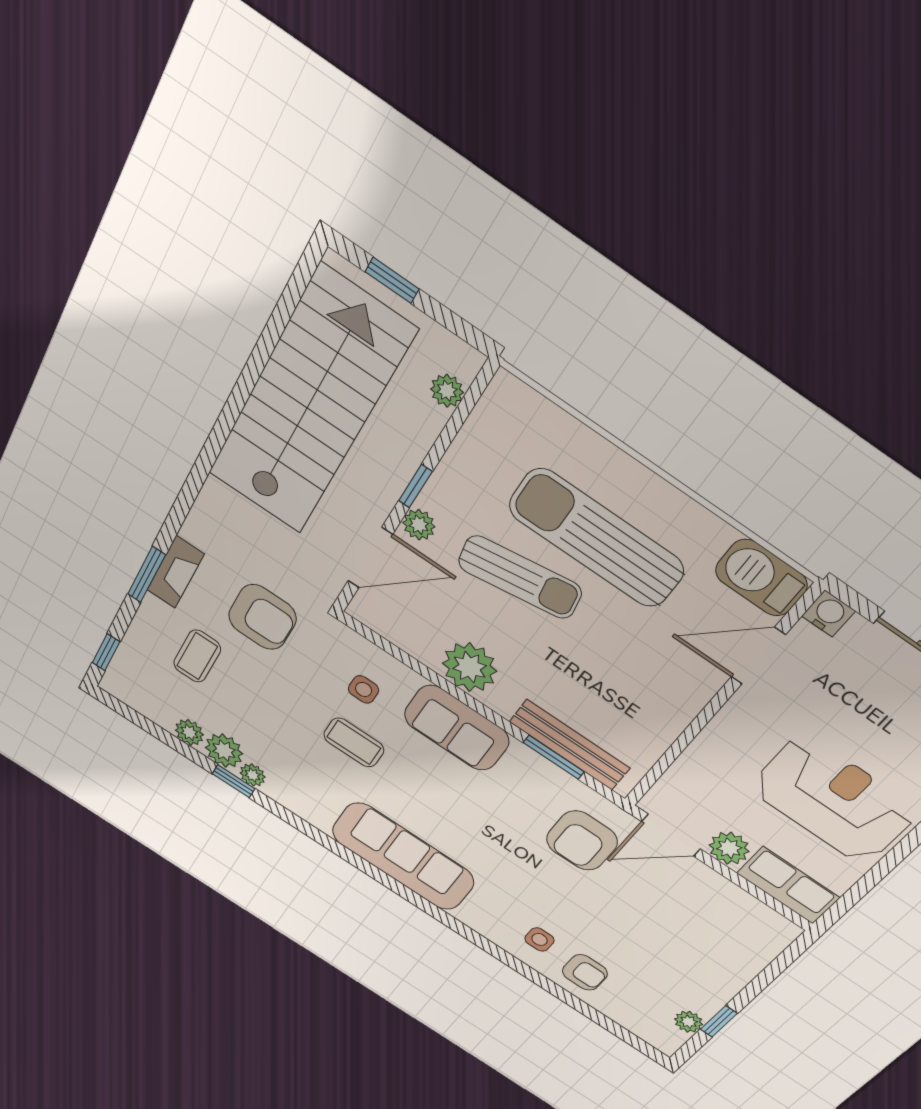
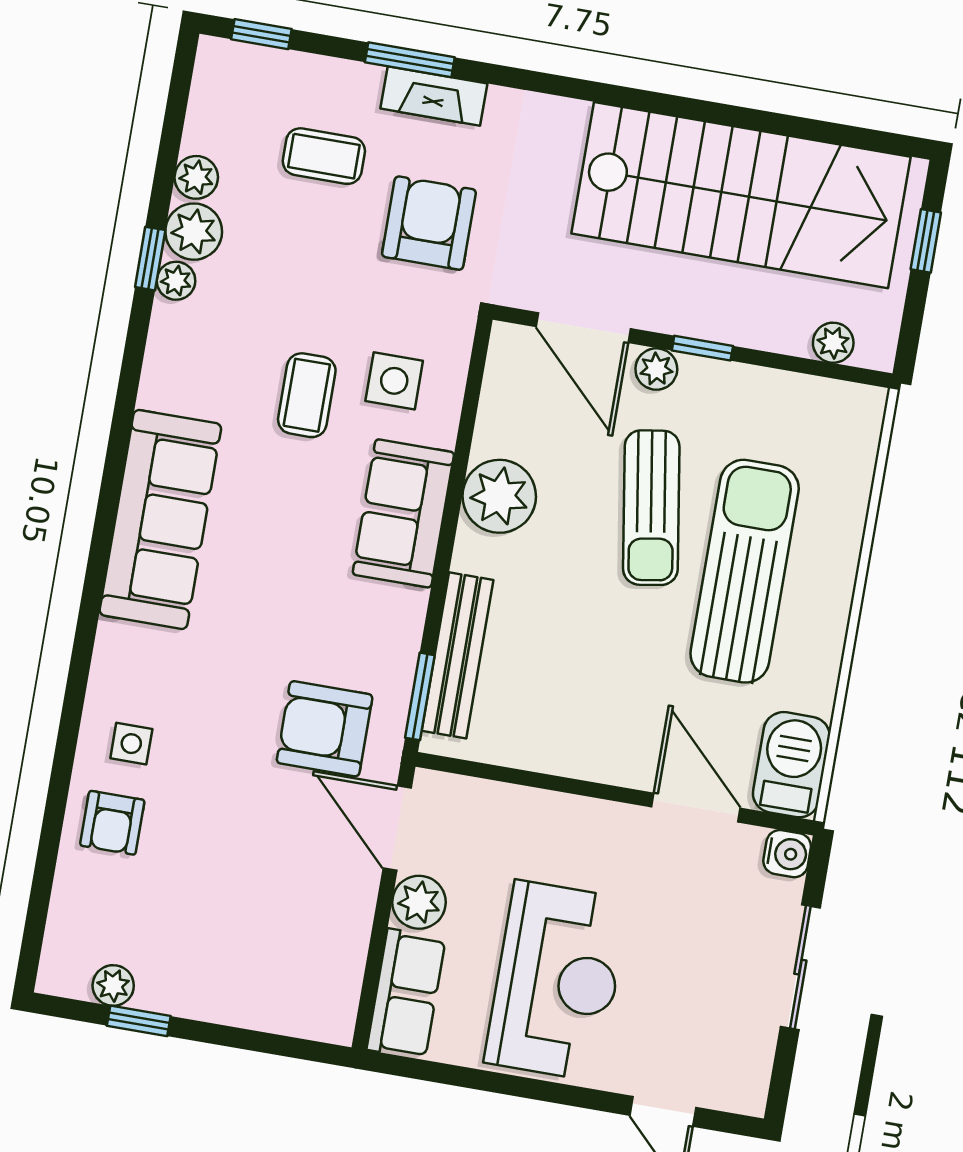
armchair: (262, 617) -> (429, 223), turned 180
side table: (364, 689) -> (394, 381), width x1.37, depth x1.37
window: (554, 757) -> (420, 696), moved

